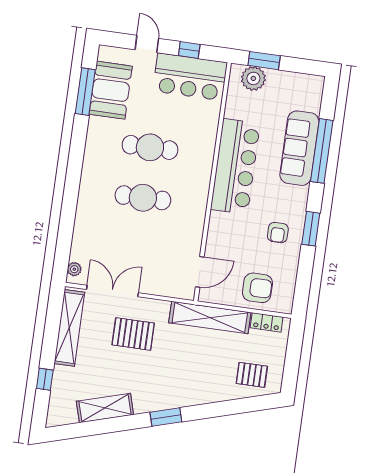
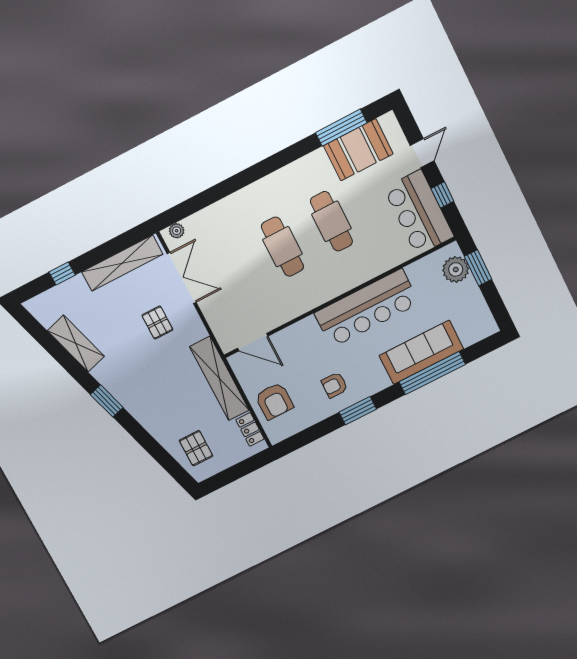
pallet: (133, 334) -> (157, 323), width x0.67, depth x0.71

